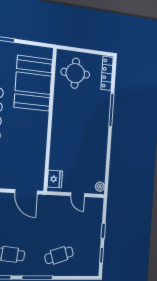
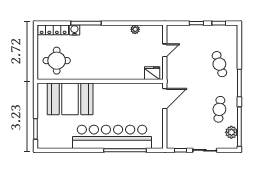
water cooler: (105, 97) -> (74, 30), added
plant: (100, 187) -> (135, 29), moved

